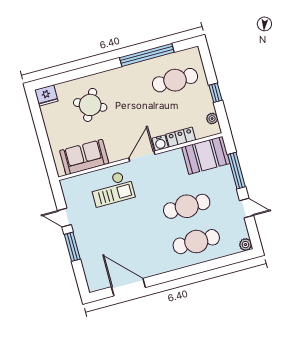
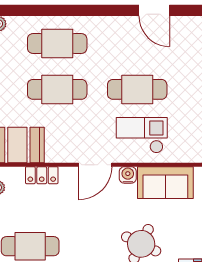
water cooler: (160, 143) -> (128, 175), moved
cafe table: (125, 223) -> (137, 89), added
door: (128, 287) -> (154, 10), width x0.73

